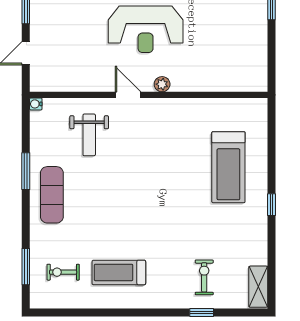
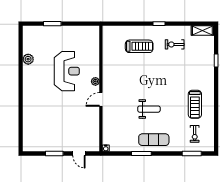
reception desk: (146, 29) -> (67, 71), moved
weight bench: (89, 135) -> (149, 109), moved
treadmill: (228, 167) -> (139, 46), width x0.73, depth x0.73
exercise bike: (204, 277) -> (175, 44), moved

